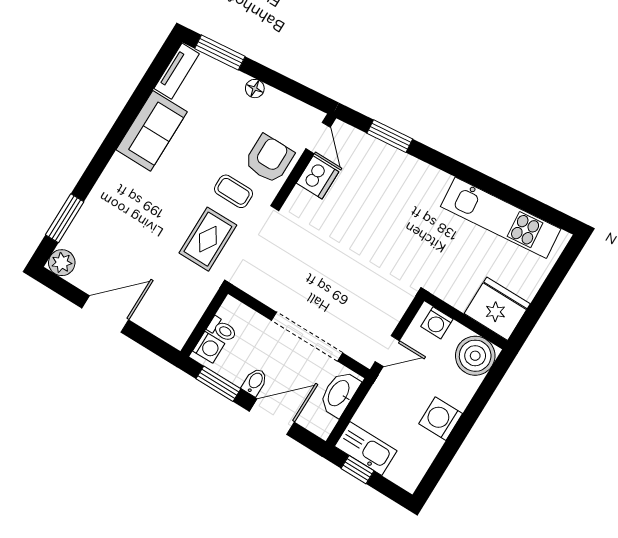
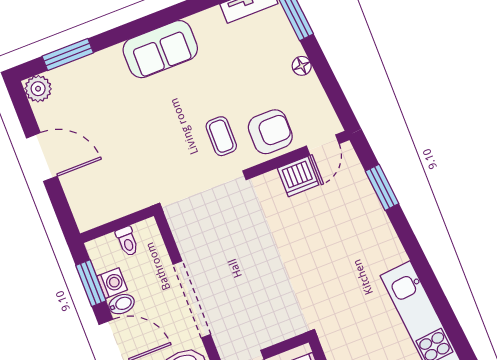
sofa: (152, 131) -> (160, 49), moved
rug: (208, 239) -> (171, 159), removed
washing machine: (209, 347) -> (112, 283), moved, turned -90

